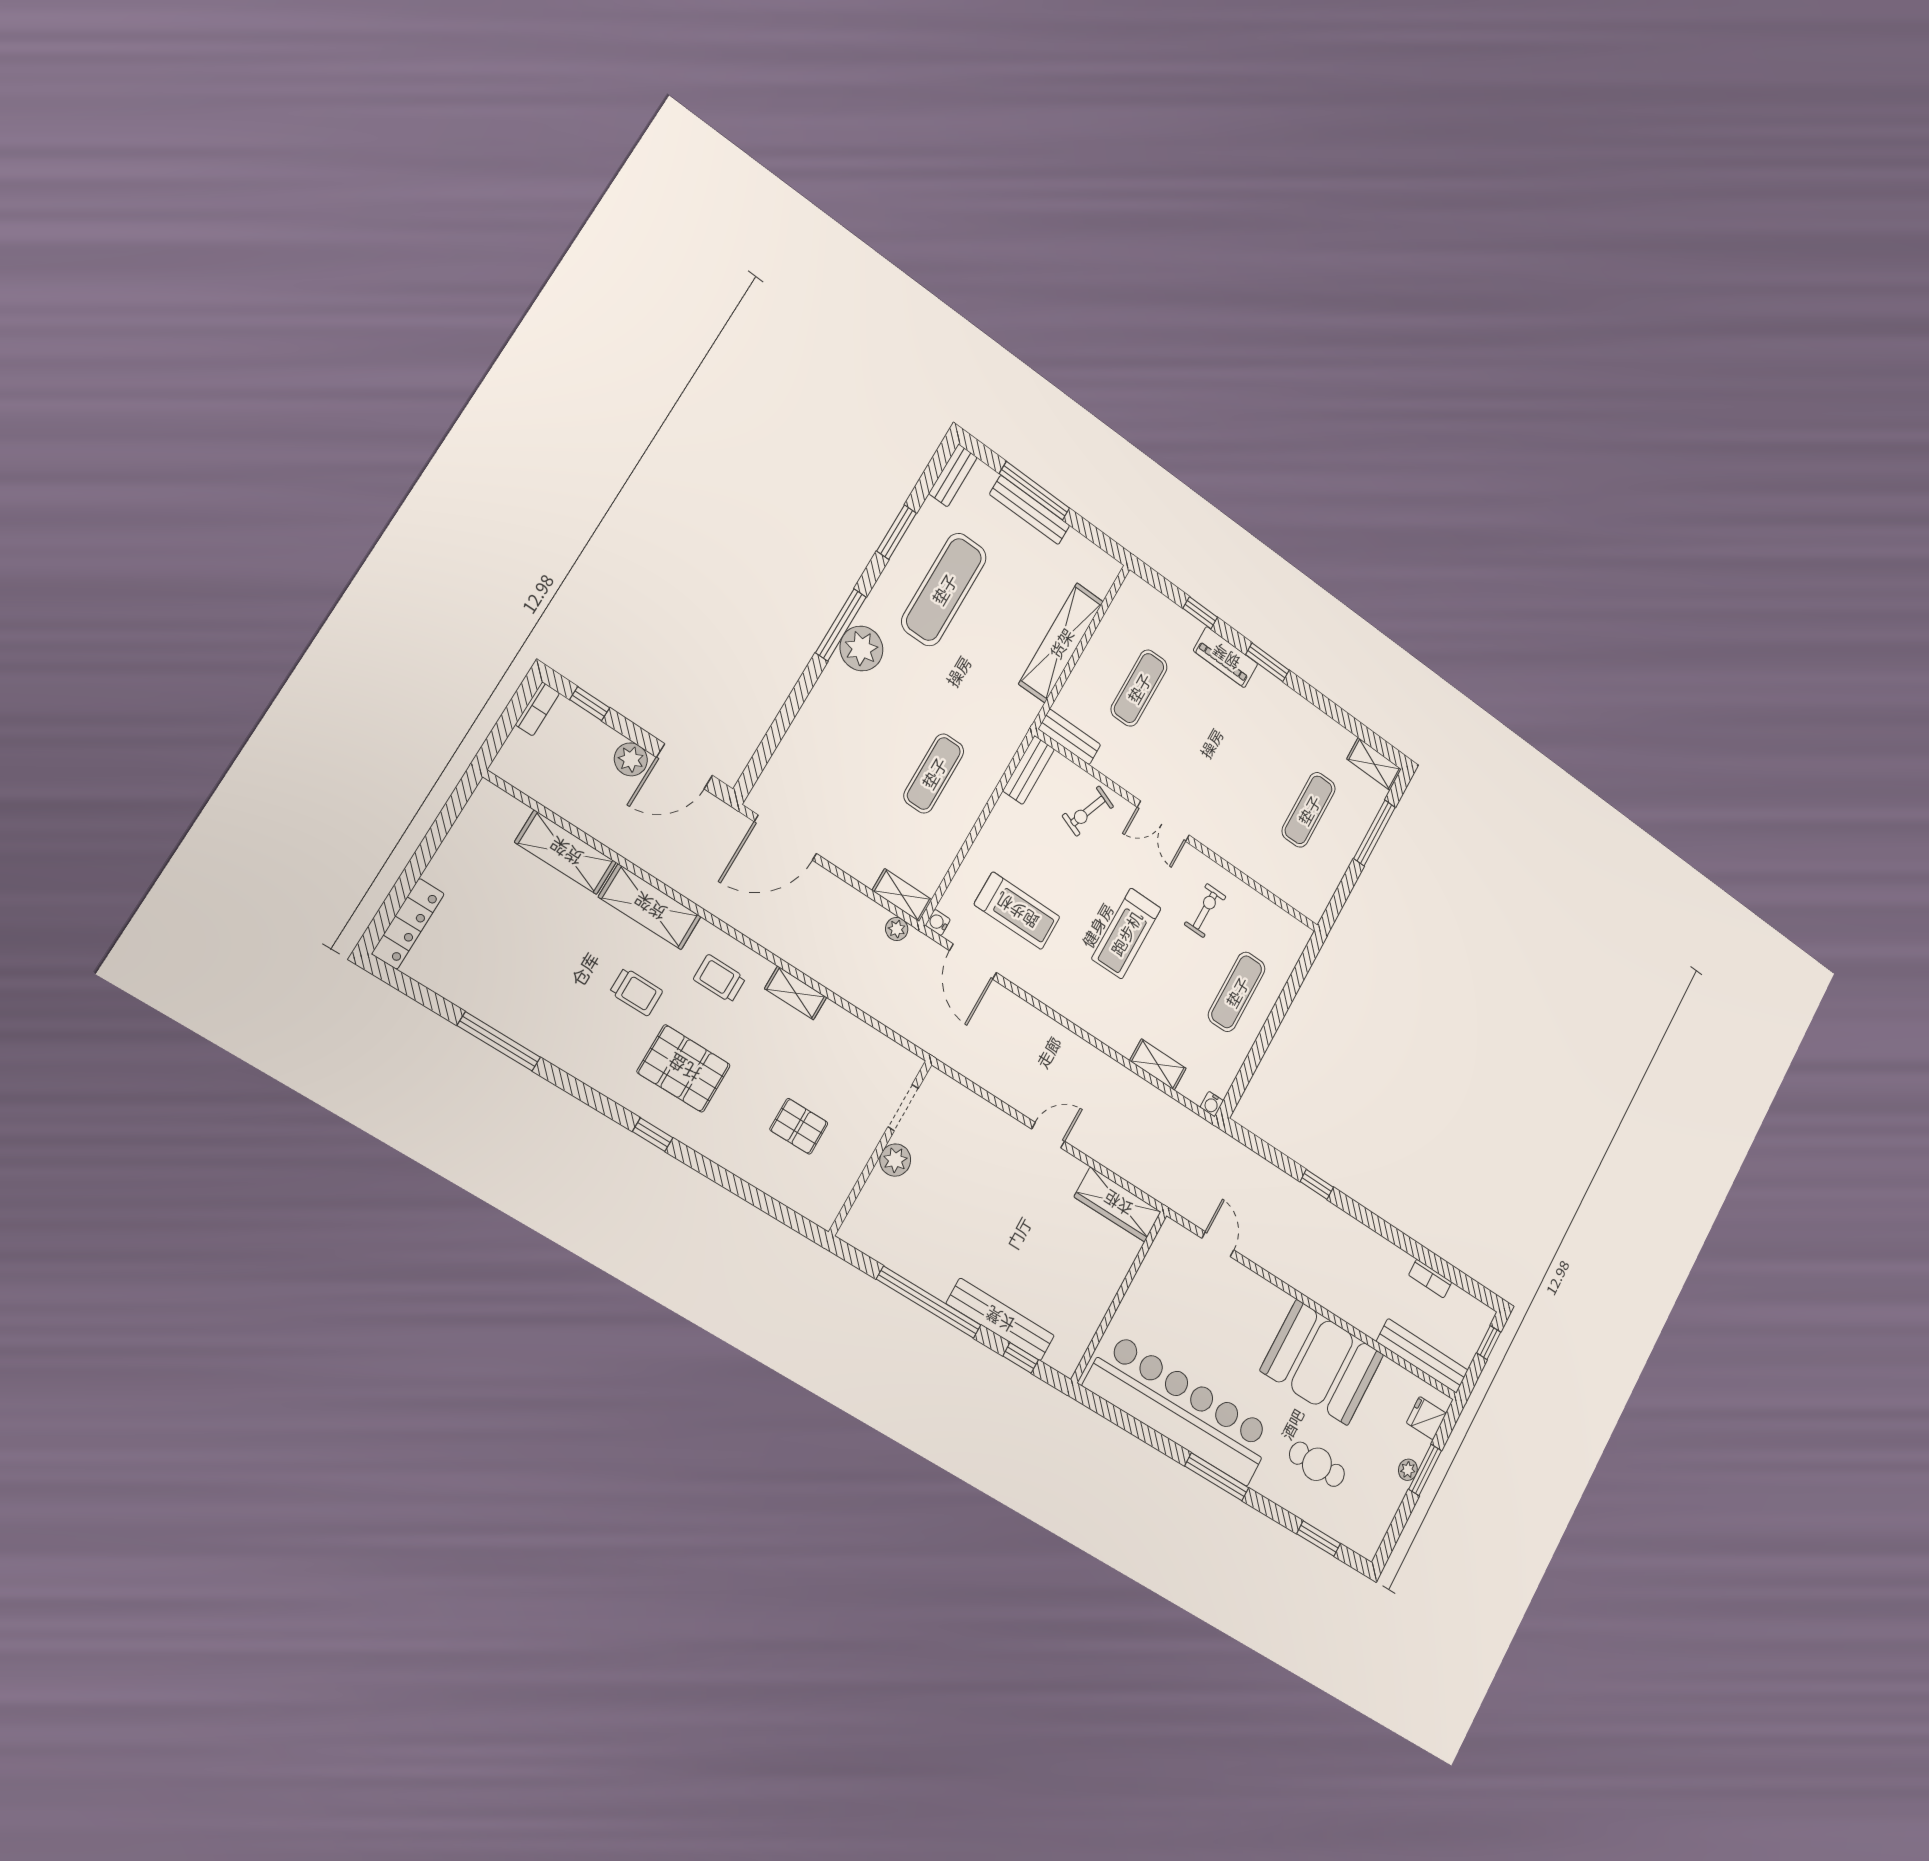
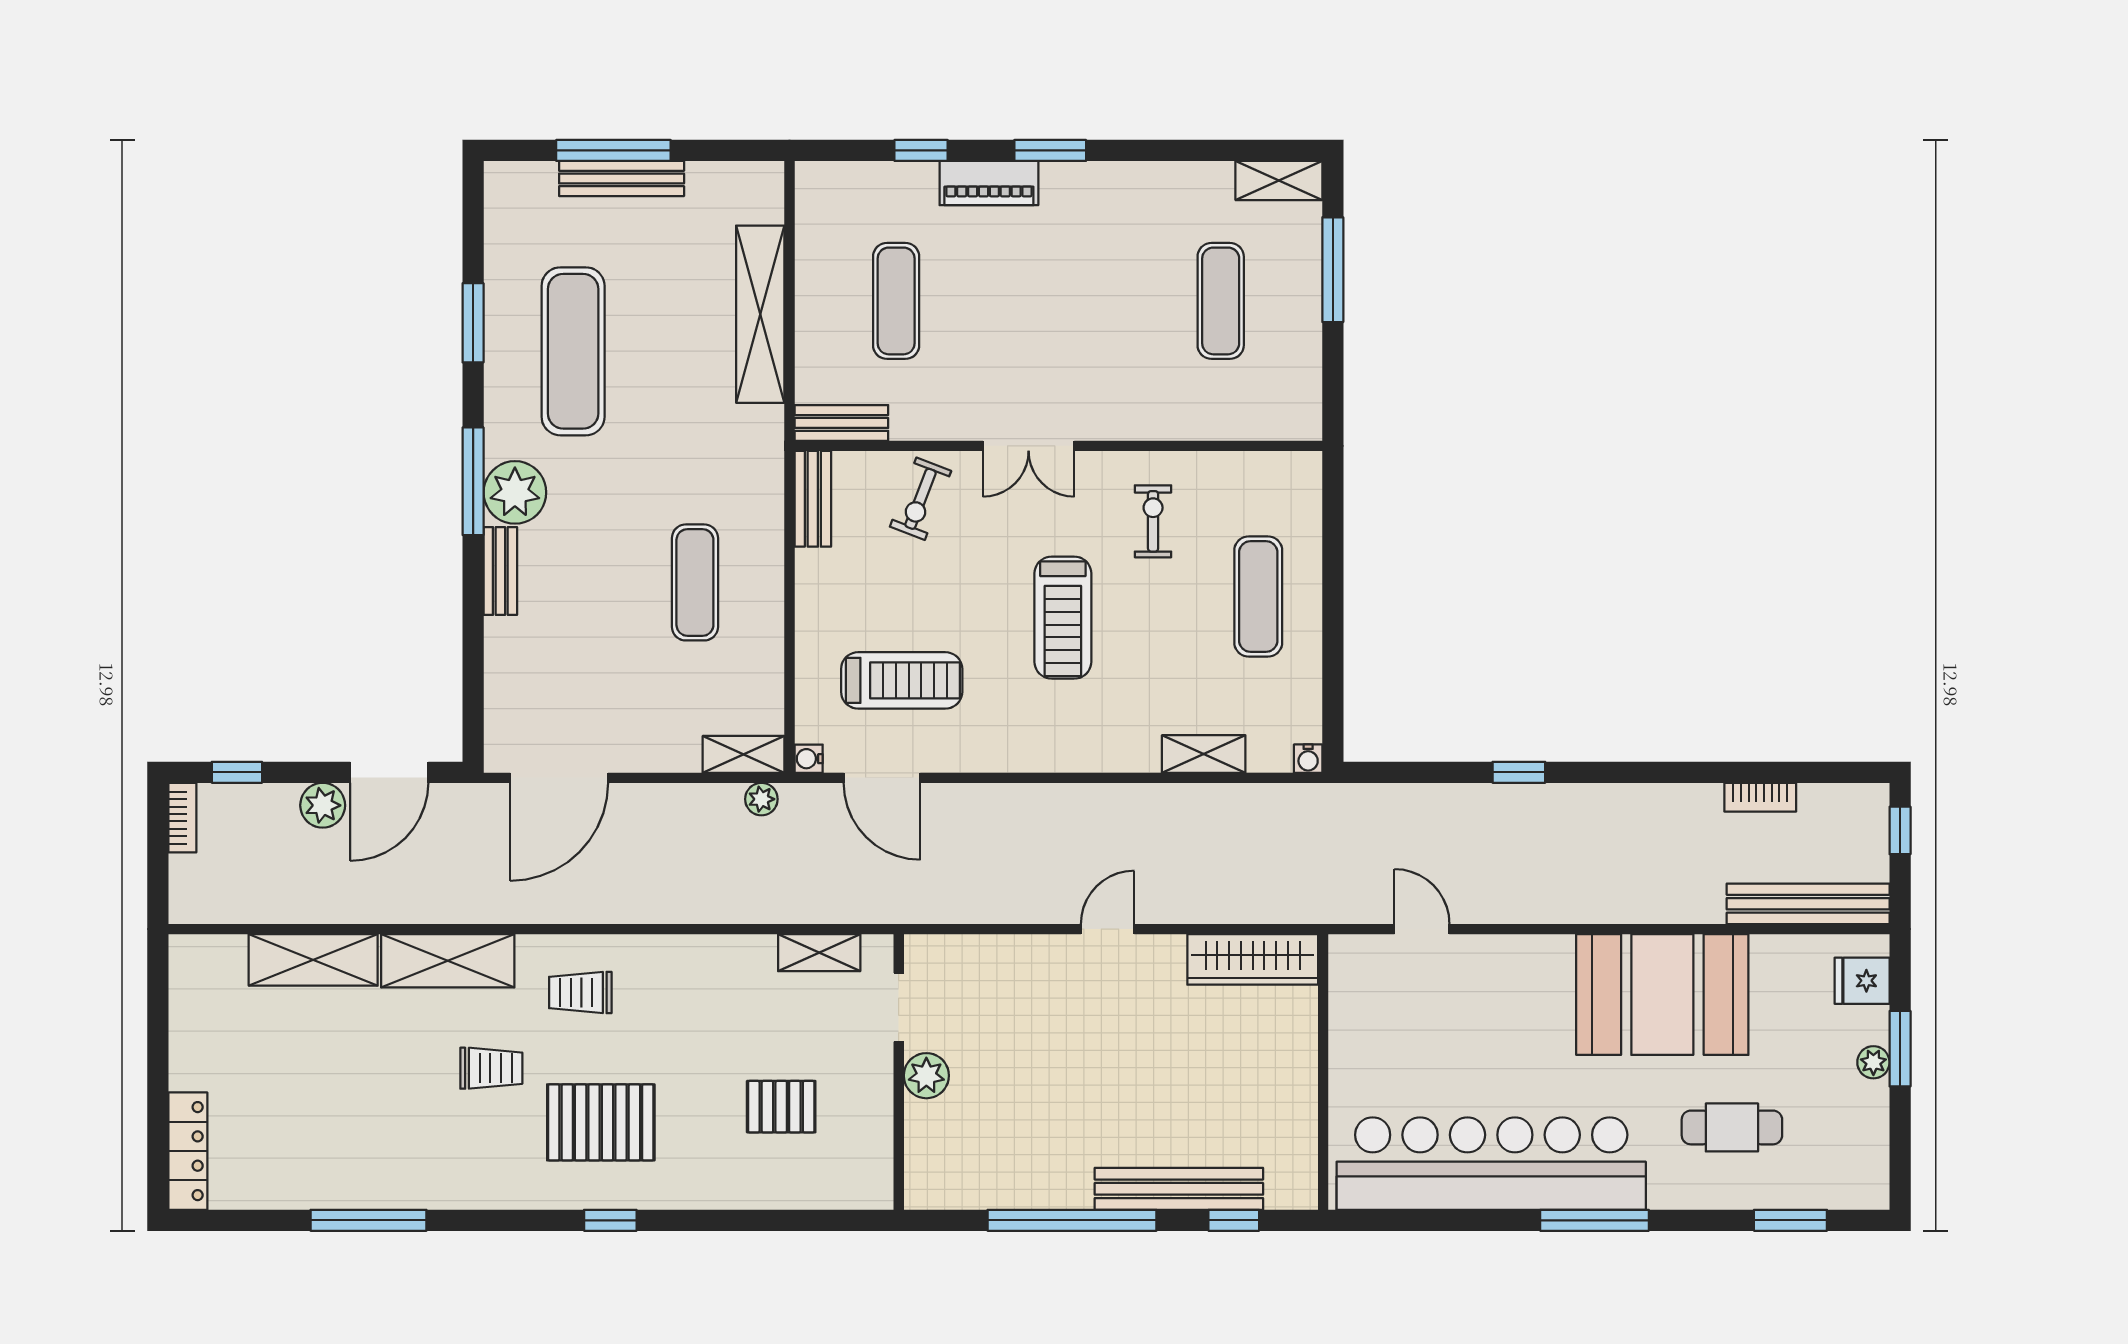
bench: (953, 475) -> (500, 571), moved
shelving: (796, 993) -> (819, 953), moved

